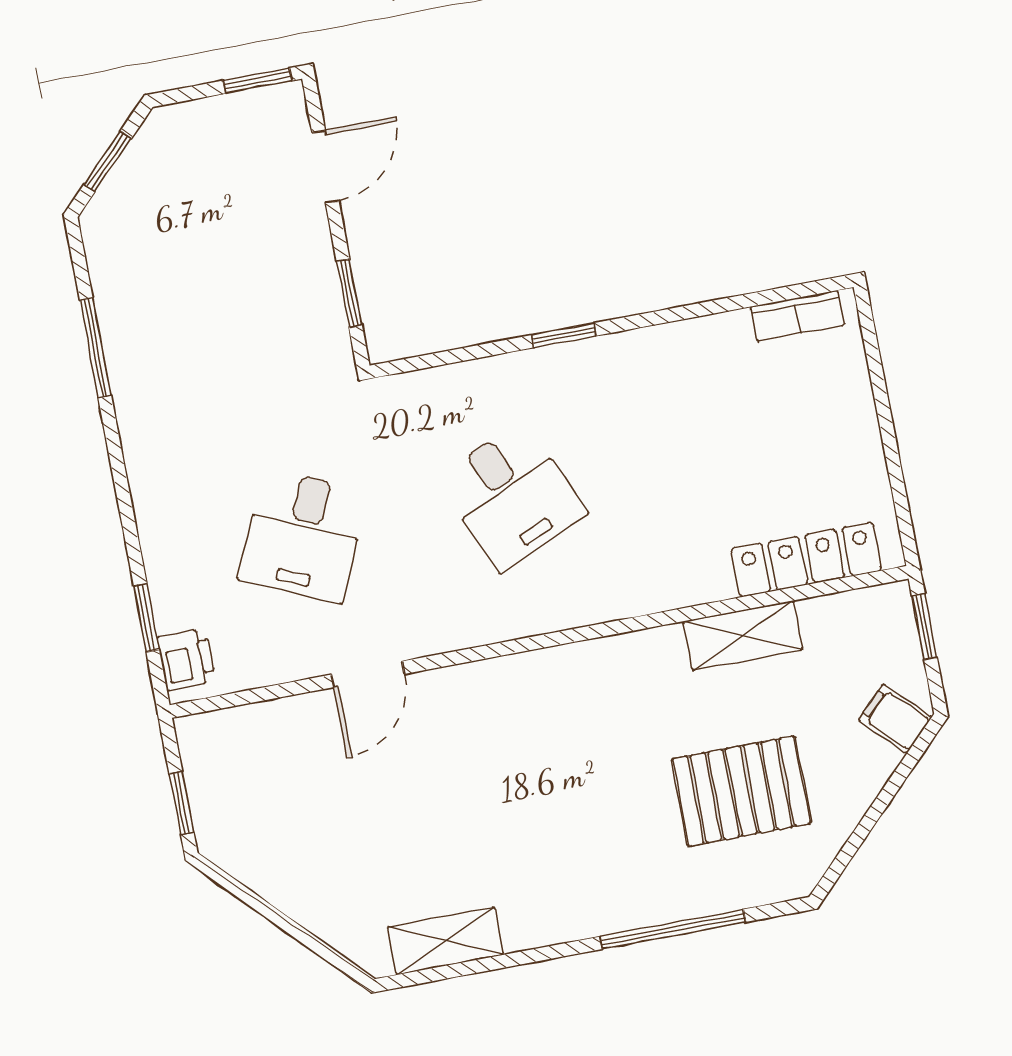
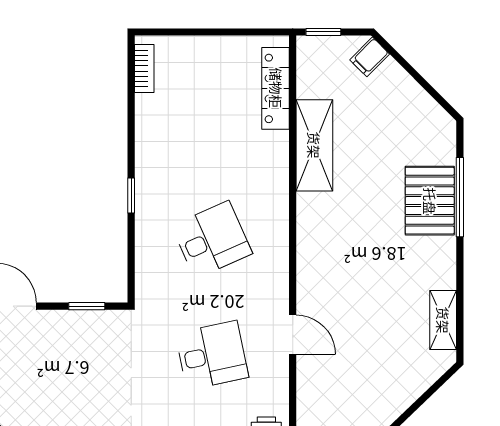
desk: (303, 536) -> (212, 355), turned -36
shelving: (743, 636) -> (314, 145), width x1.50, depth x1.33
pallet: (741, 791) -> (430, 201), moved

